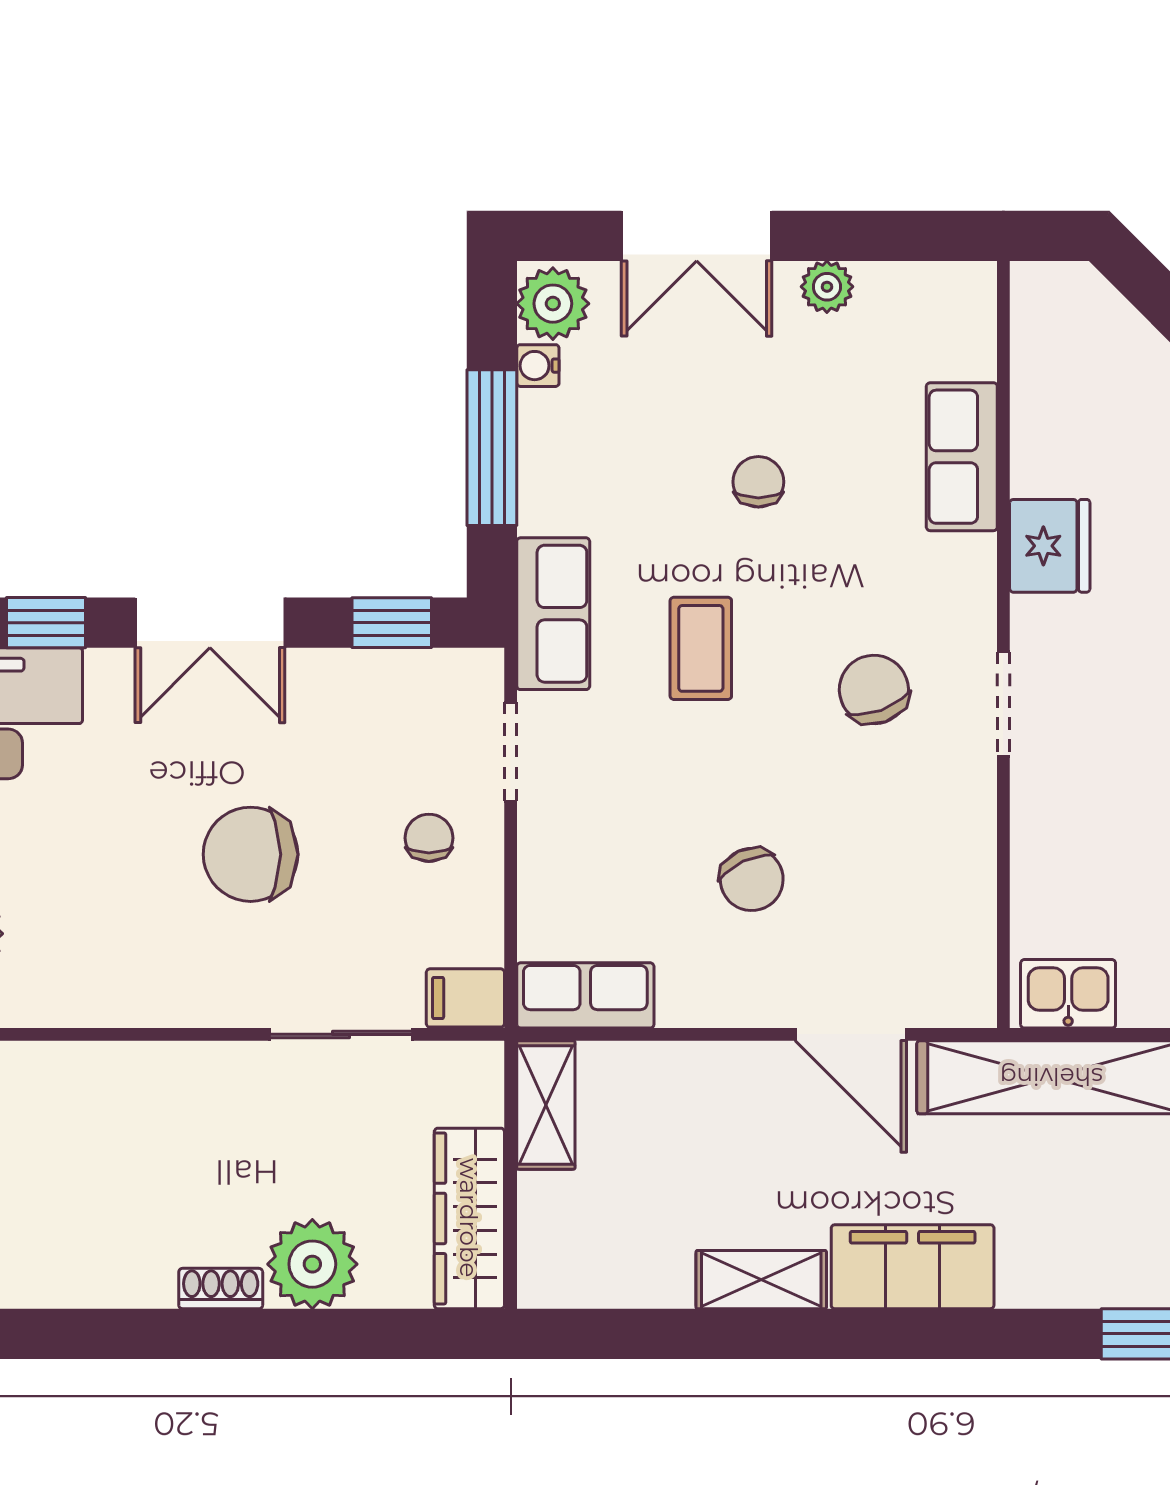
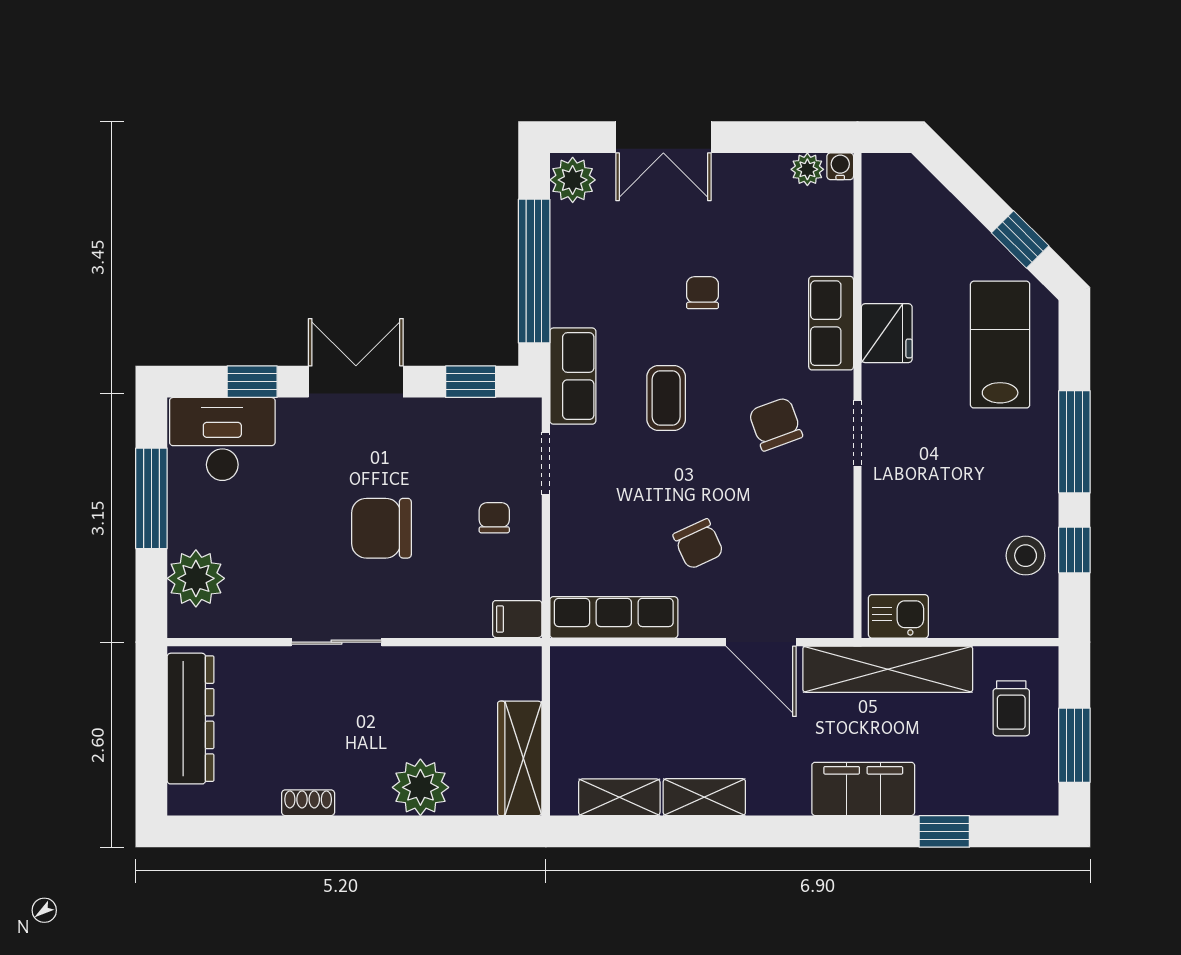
plant: (827, 287) -> (807, 169), moved
water cooler: (538, 366) -> (840, 166), moved, turned 90
window: (492, 448) -> (534, 271), width x1.46
row of seats: (962, 457) -> (831, 323), moved
double door: (210, 623) -> (356, 382), swing flipped
row of seats: (585, 995) -> (614, 617), width x1.48
sliding door: (341, 1034) -> (337, 642), moved
shelving: (546, 1105) -> (619, 797), moved, turned 90
filing cabinet: (913, 1267) -> (863, 789), moved
shoe rack: (221, 1289) -> (308, 803), moved

